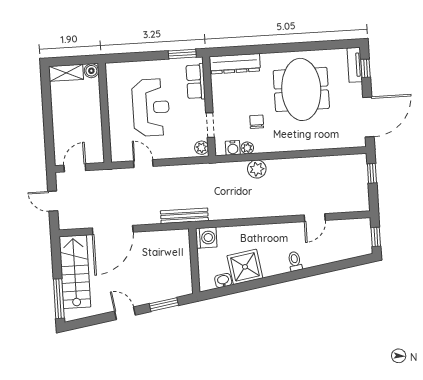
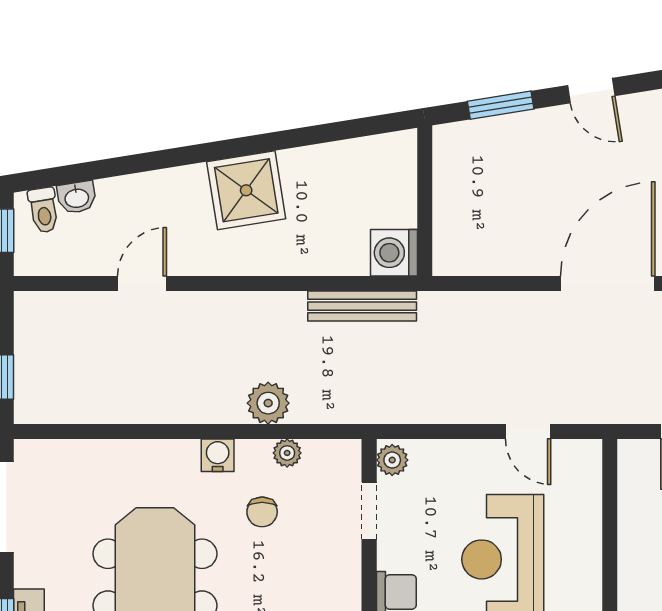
water cooler: (233, 148) -> (218, 455), moved
bench: (184, 216) -> (362, 306), moved
toilet: (295, 261) -> (44, 210), moved
shower: (245, 267) -> (246, 190), moved
washbasin: (223, 281) -> (77, 197), moved

